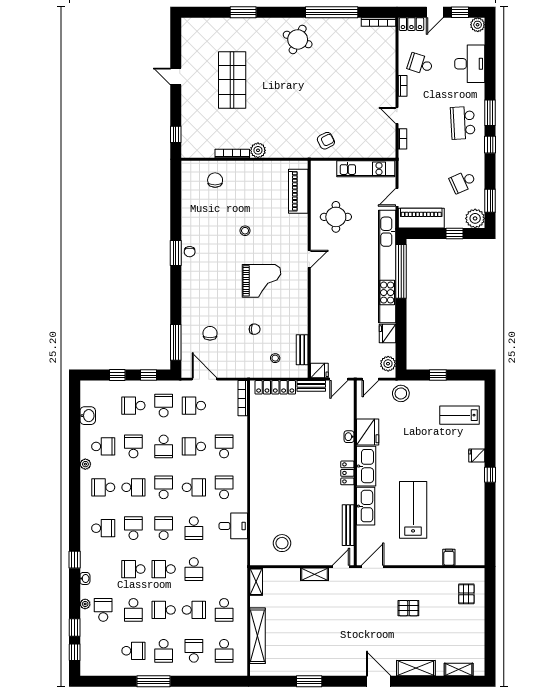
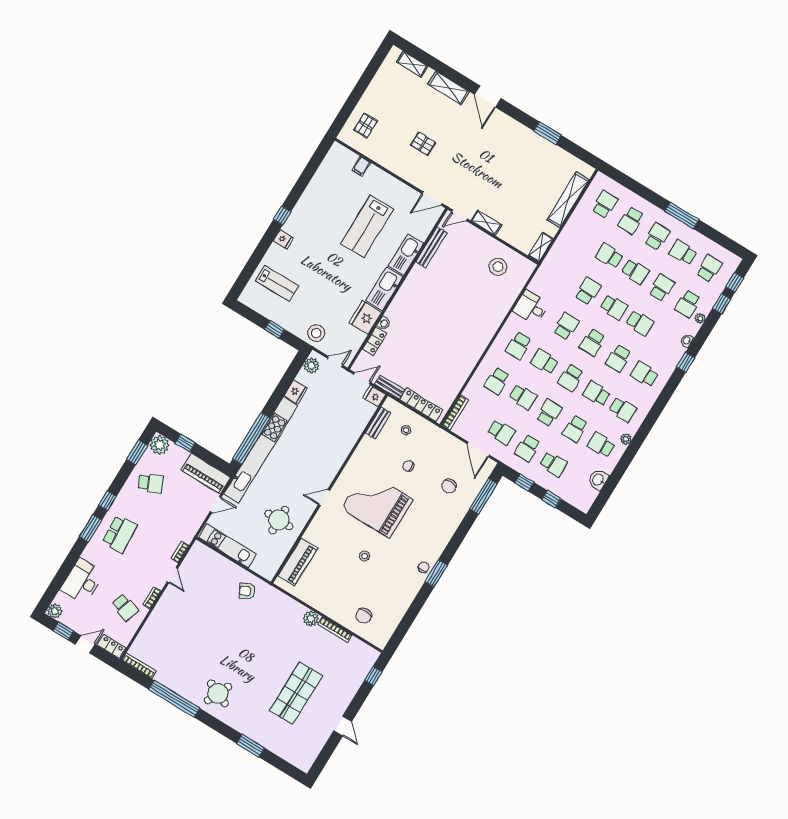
grand piano: (261, 281) -> (377, 504), width x1.37, depth x1.48
locker: (347, 473) -> (375, 341), moved
school desk: (224, 610) -> (709, 268), moved

